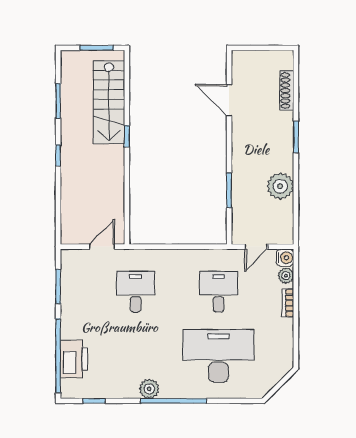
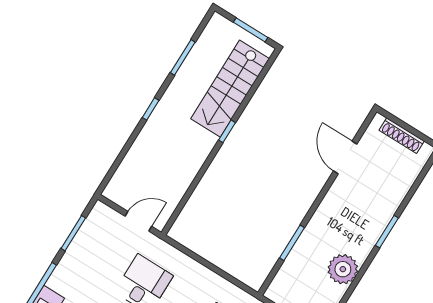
shoe rack: (287, 90) -> (402, 136), moved, turned -90

